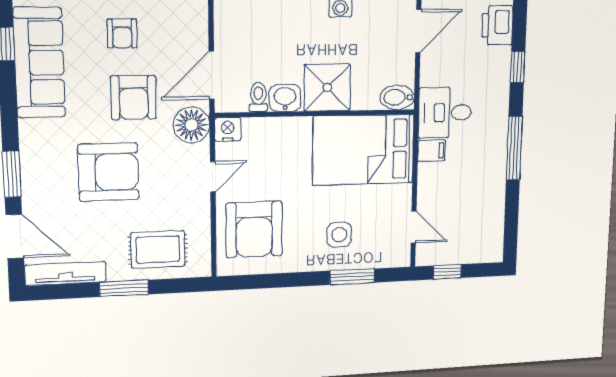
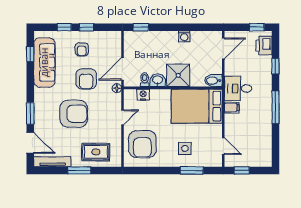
floor lamp: (191, 125) -> (117, 88), width x0.53, depth x0.53
nightstand: (228, 129) -> (143, 95), moved

